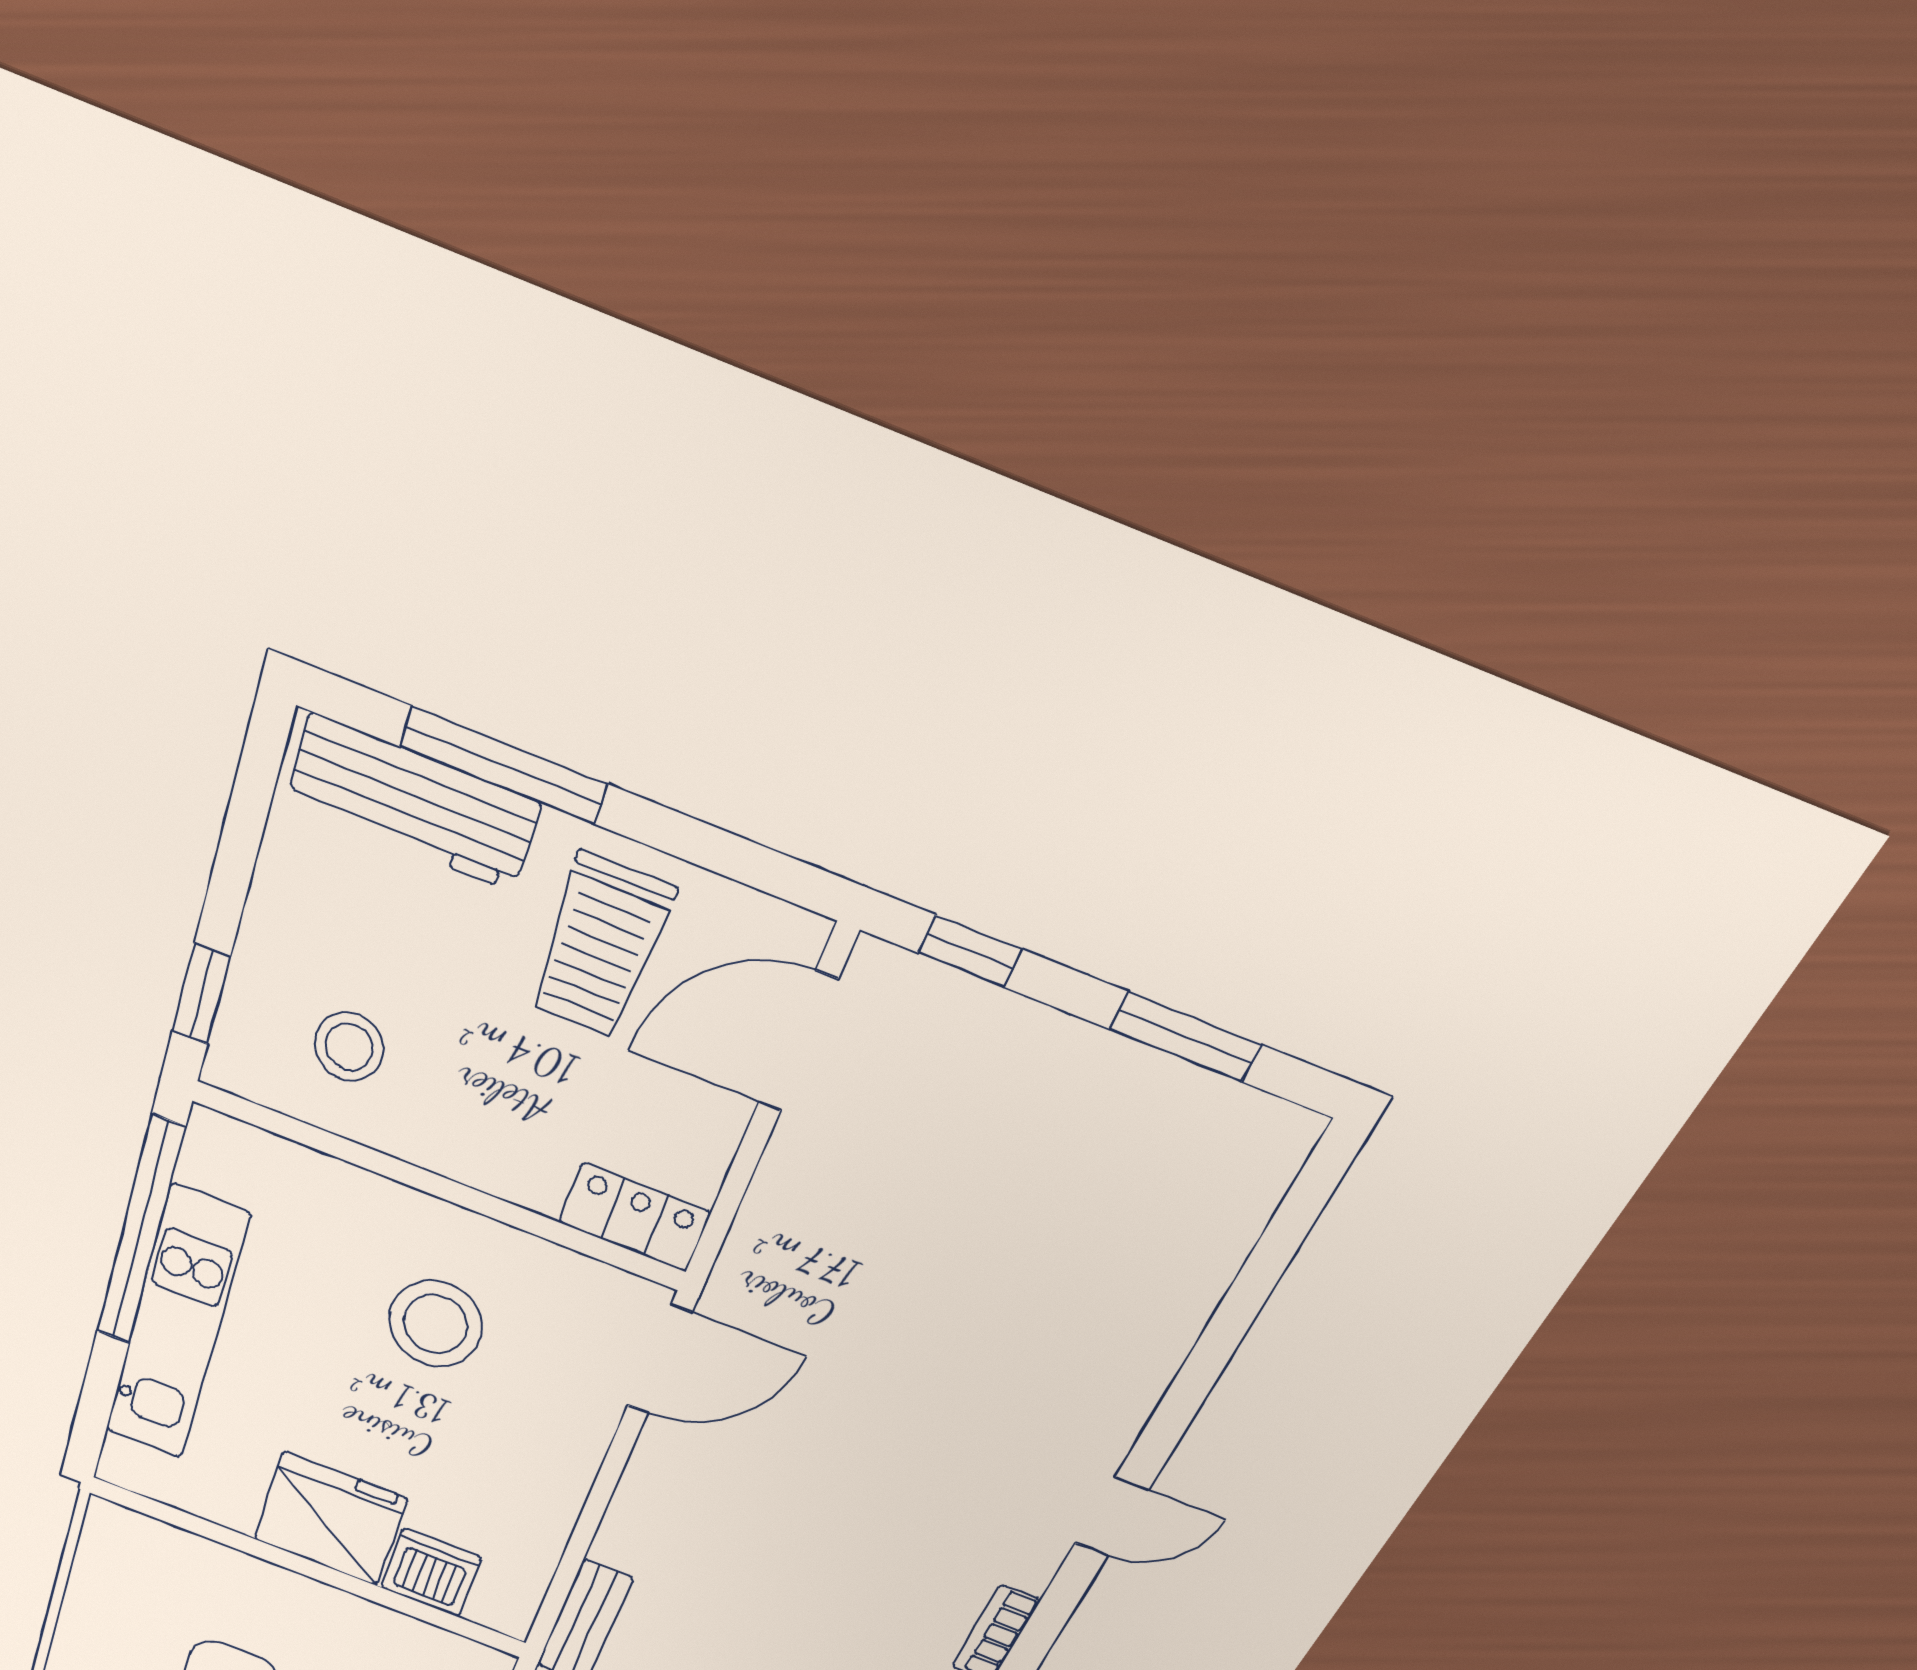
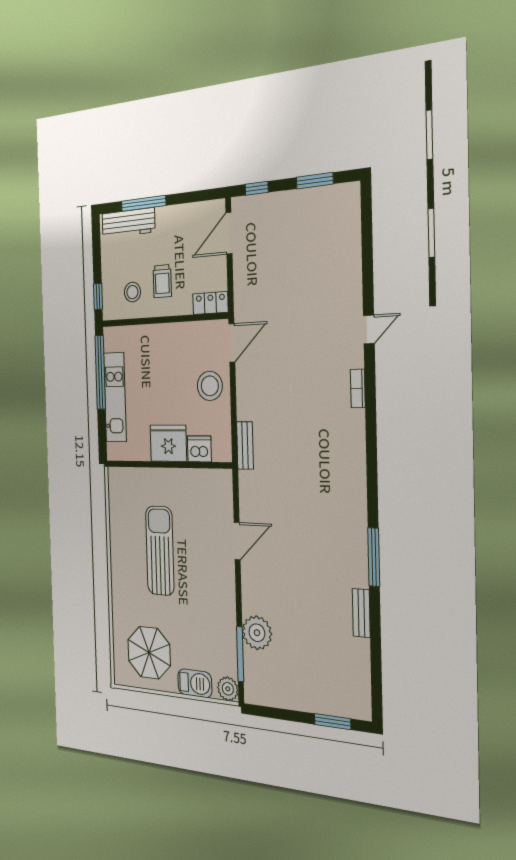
trolley: (600, 947) -> (162, 281), moved, width x0.73, depth x0.72
stool: (436, 1324) -> (210, 386), moved

